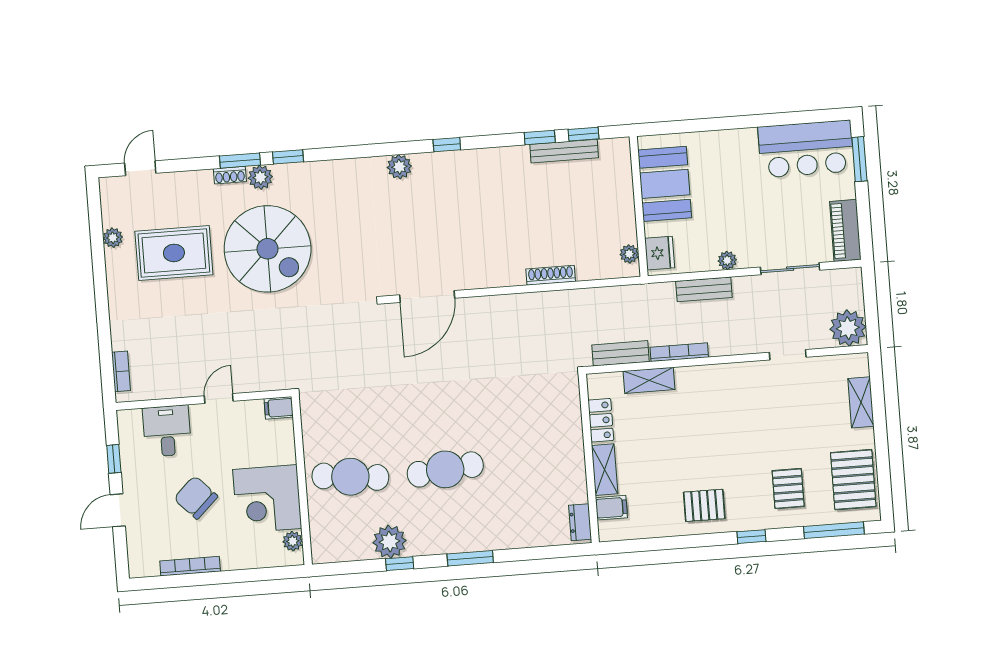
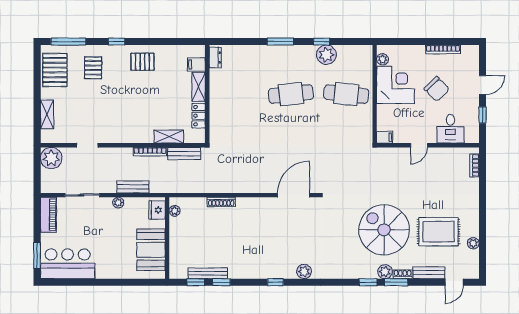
bench: (185, 181) -> (429, 273), added

